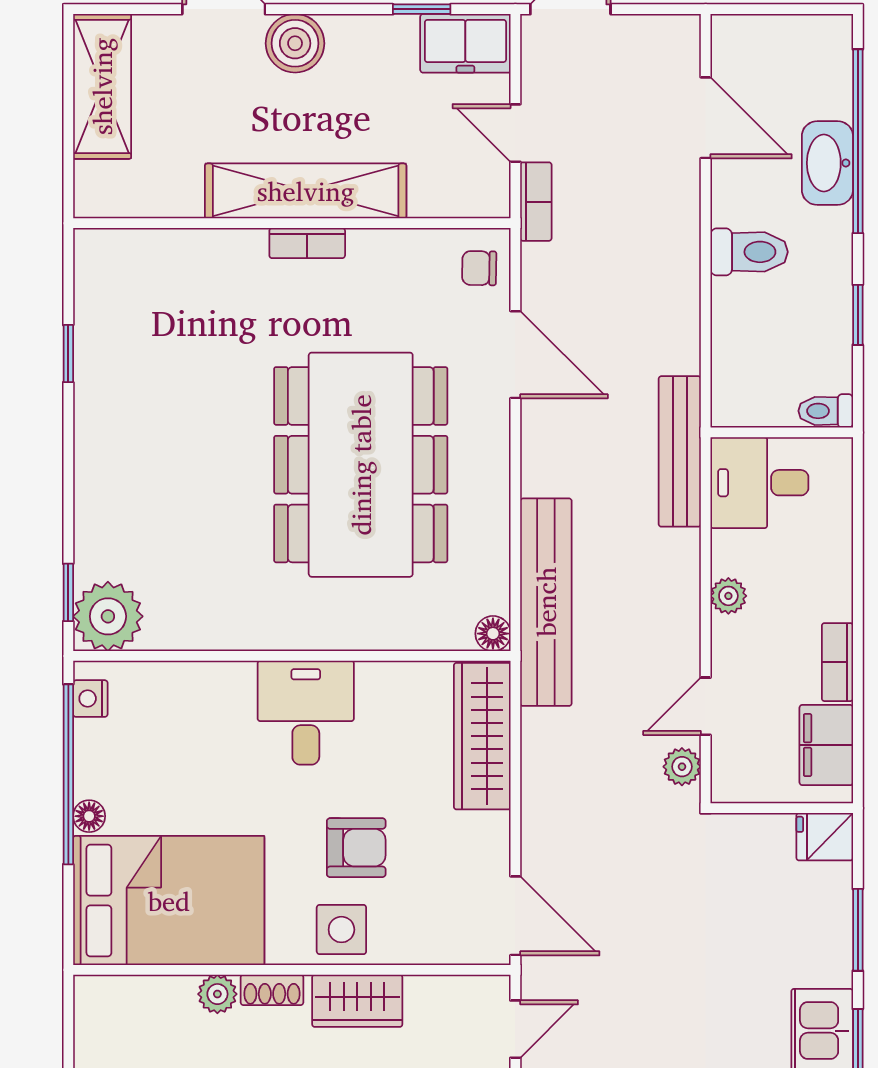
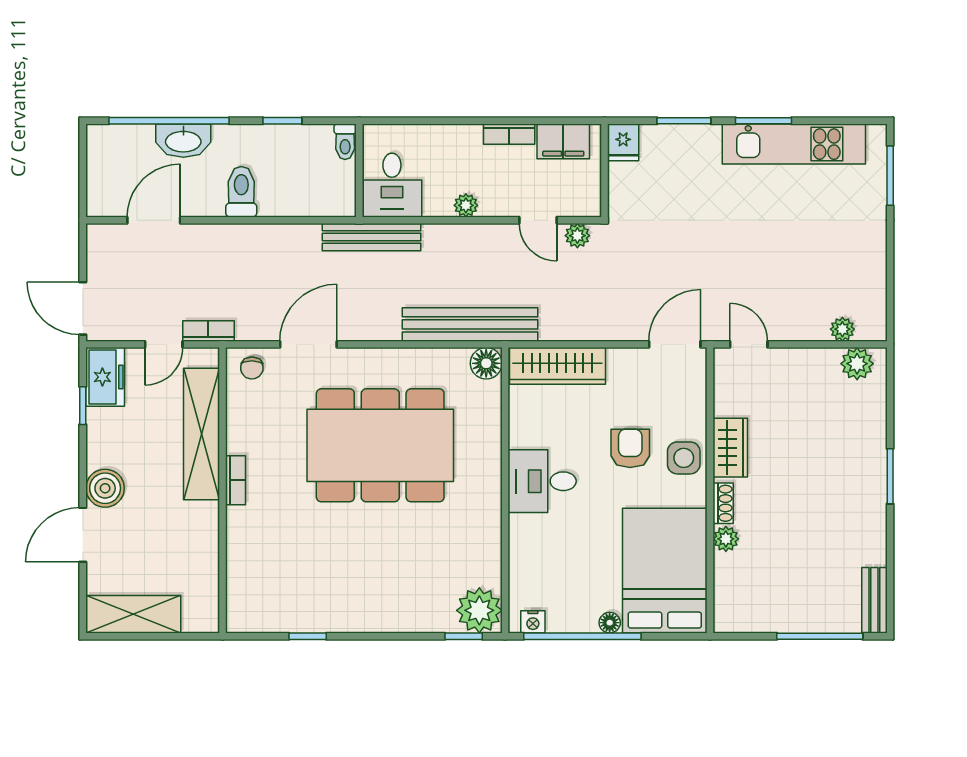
shelving: (306, 191) -> (202, 434), moved
floor lamp: (493, 634) -> (486, 363), width x1.37, depth x1.37

